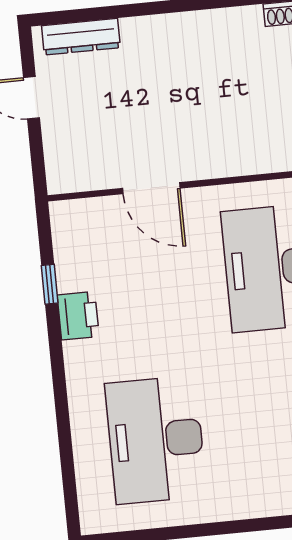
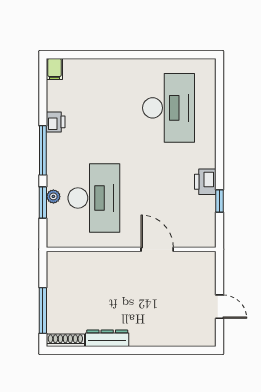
dresser: (81, 37) -> (107, 338), moved

